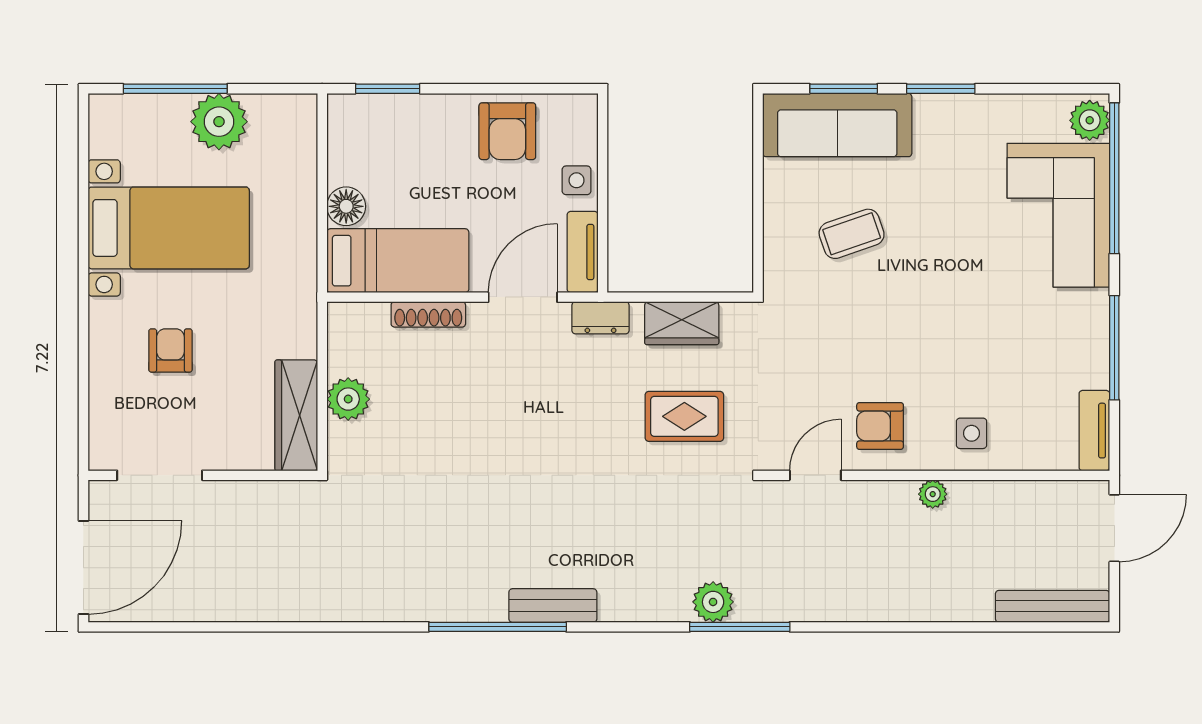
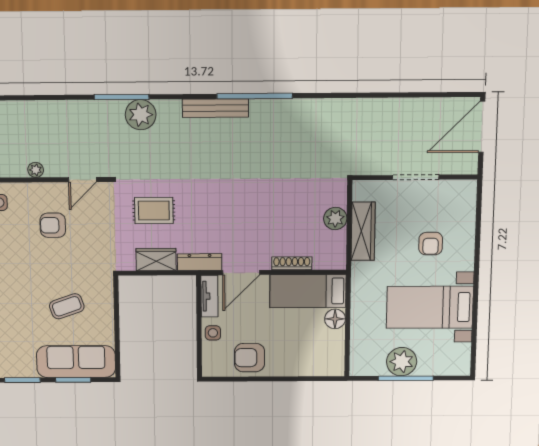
window: (175, 89) -> (406, 378), moved
window: (388, 89) -> (312, 379), removed
armchair: (507, 131) -> (250, 358), turned -90
dresser: (601, 318) -> (200, 262), width x1.44
wardrobe: (296, 415) -> (363, 231), moved
armchair: (880, 426) -> (53, 225), moved, turned 180
doorway: (160, 475) -> (416, 177), moved
plant: (933, 494) -> (36, 170), moved
plant: (713, 602) -> (141, 115), width x1.36, depth x1.36
bench: (553, 606) -> (216, 108), width x1.36

